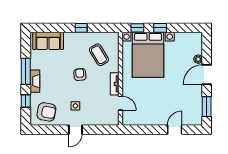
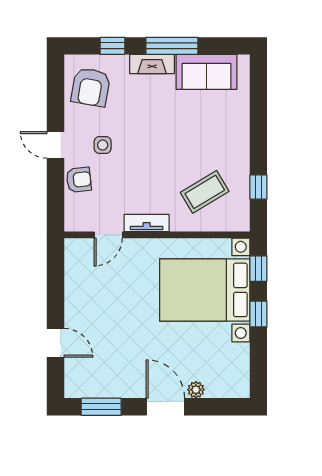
window: (81, 28) -> (258, 187), moved
sofa: (48, 41) -> (207, 72), moved, turned -90
armchair: (80, 75) -> (79, 180), moved

